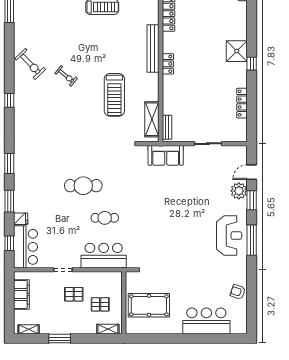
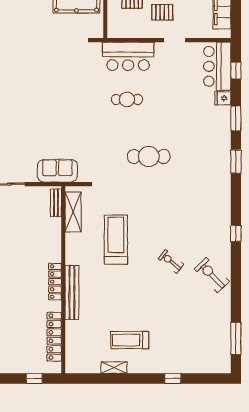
locker: (168, 64) -> (55, 282), width x1.53
cafe table: (83, 186) -> (149, 156), moved

